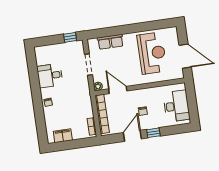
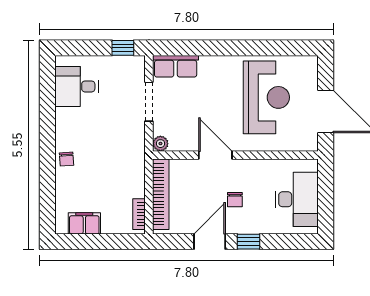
row of seats: (110, 42) -> (176, 66), moved
desk: (50, 76) -> (77, 86), moved
door: (118, 90) -> (215, 155), moved

